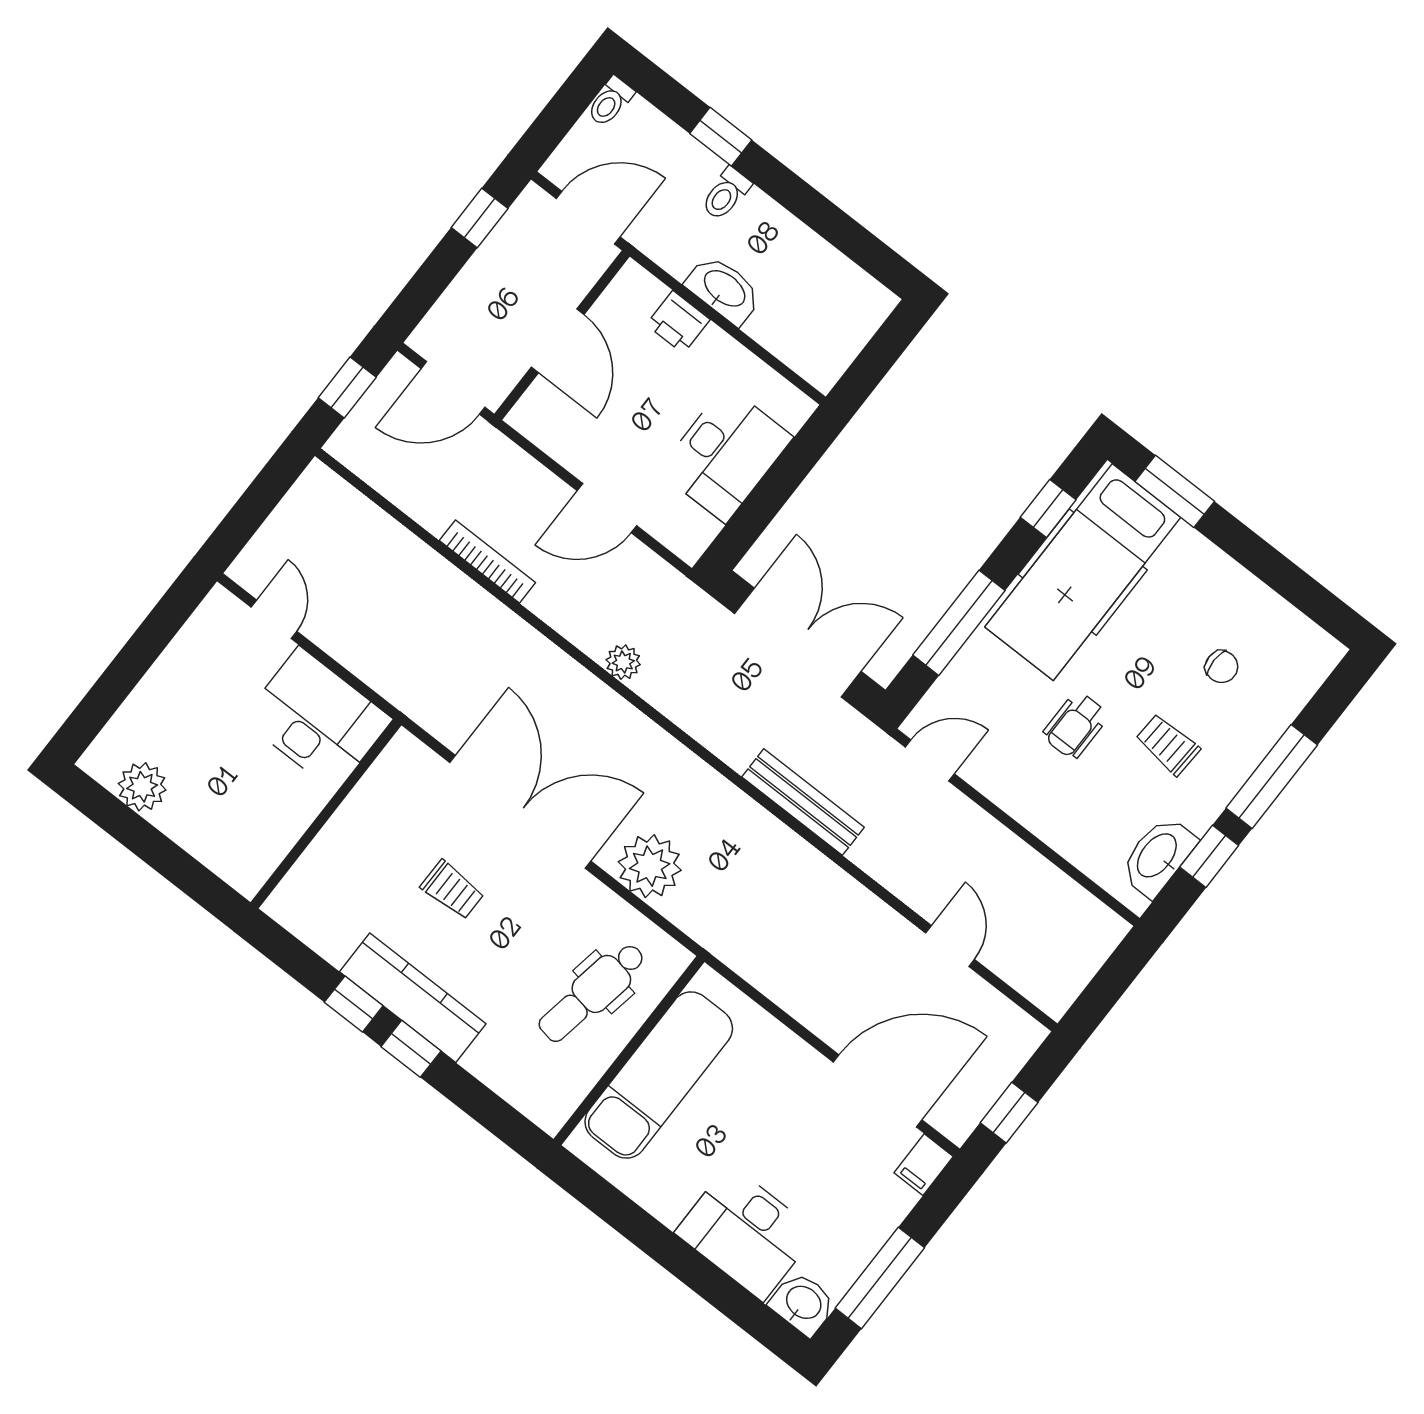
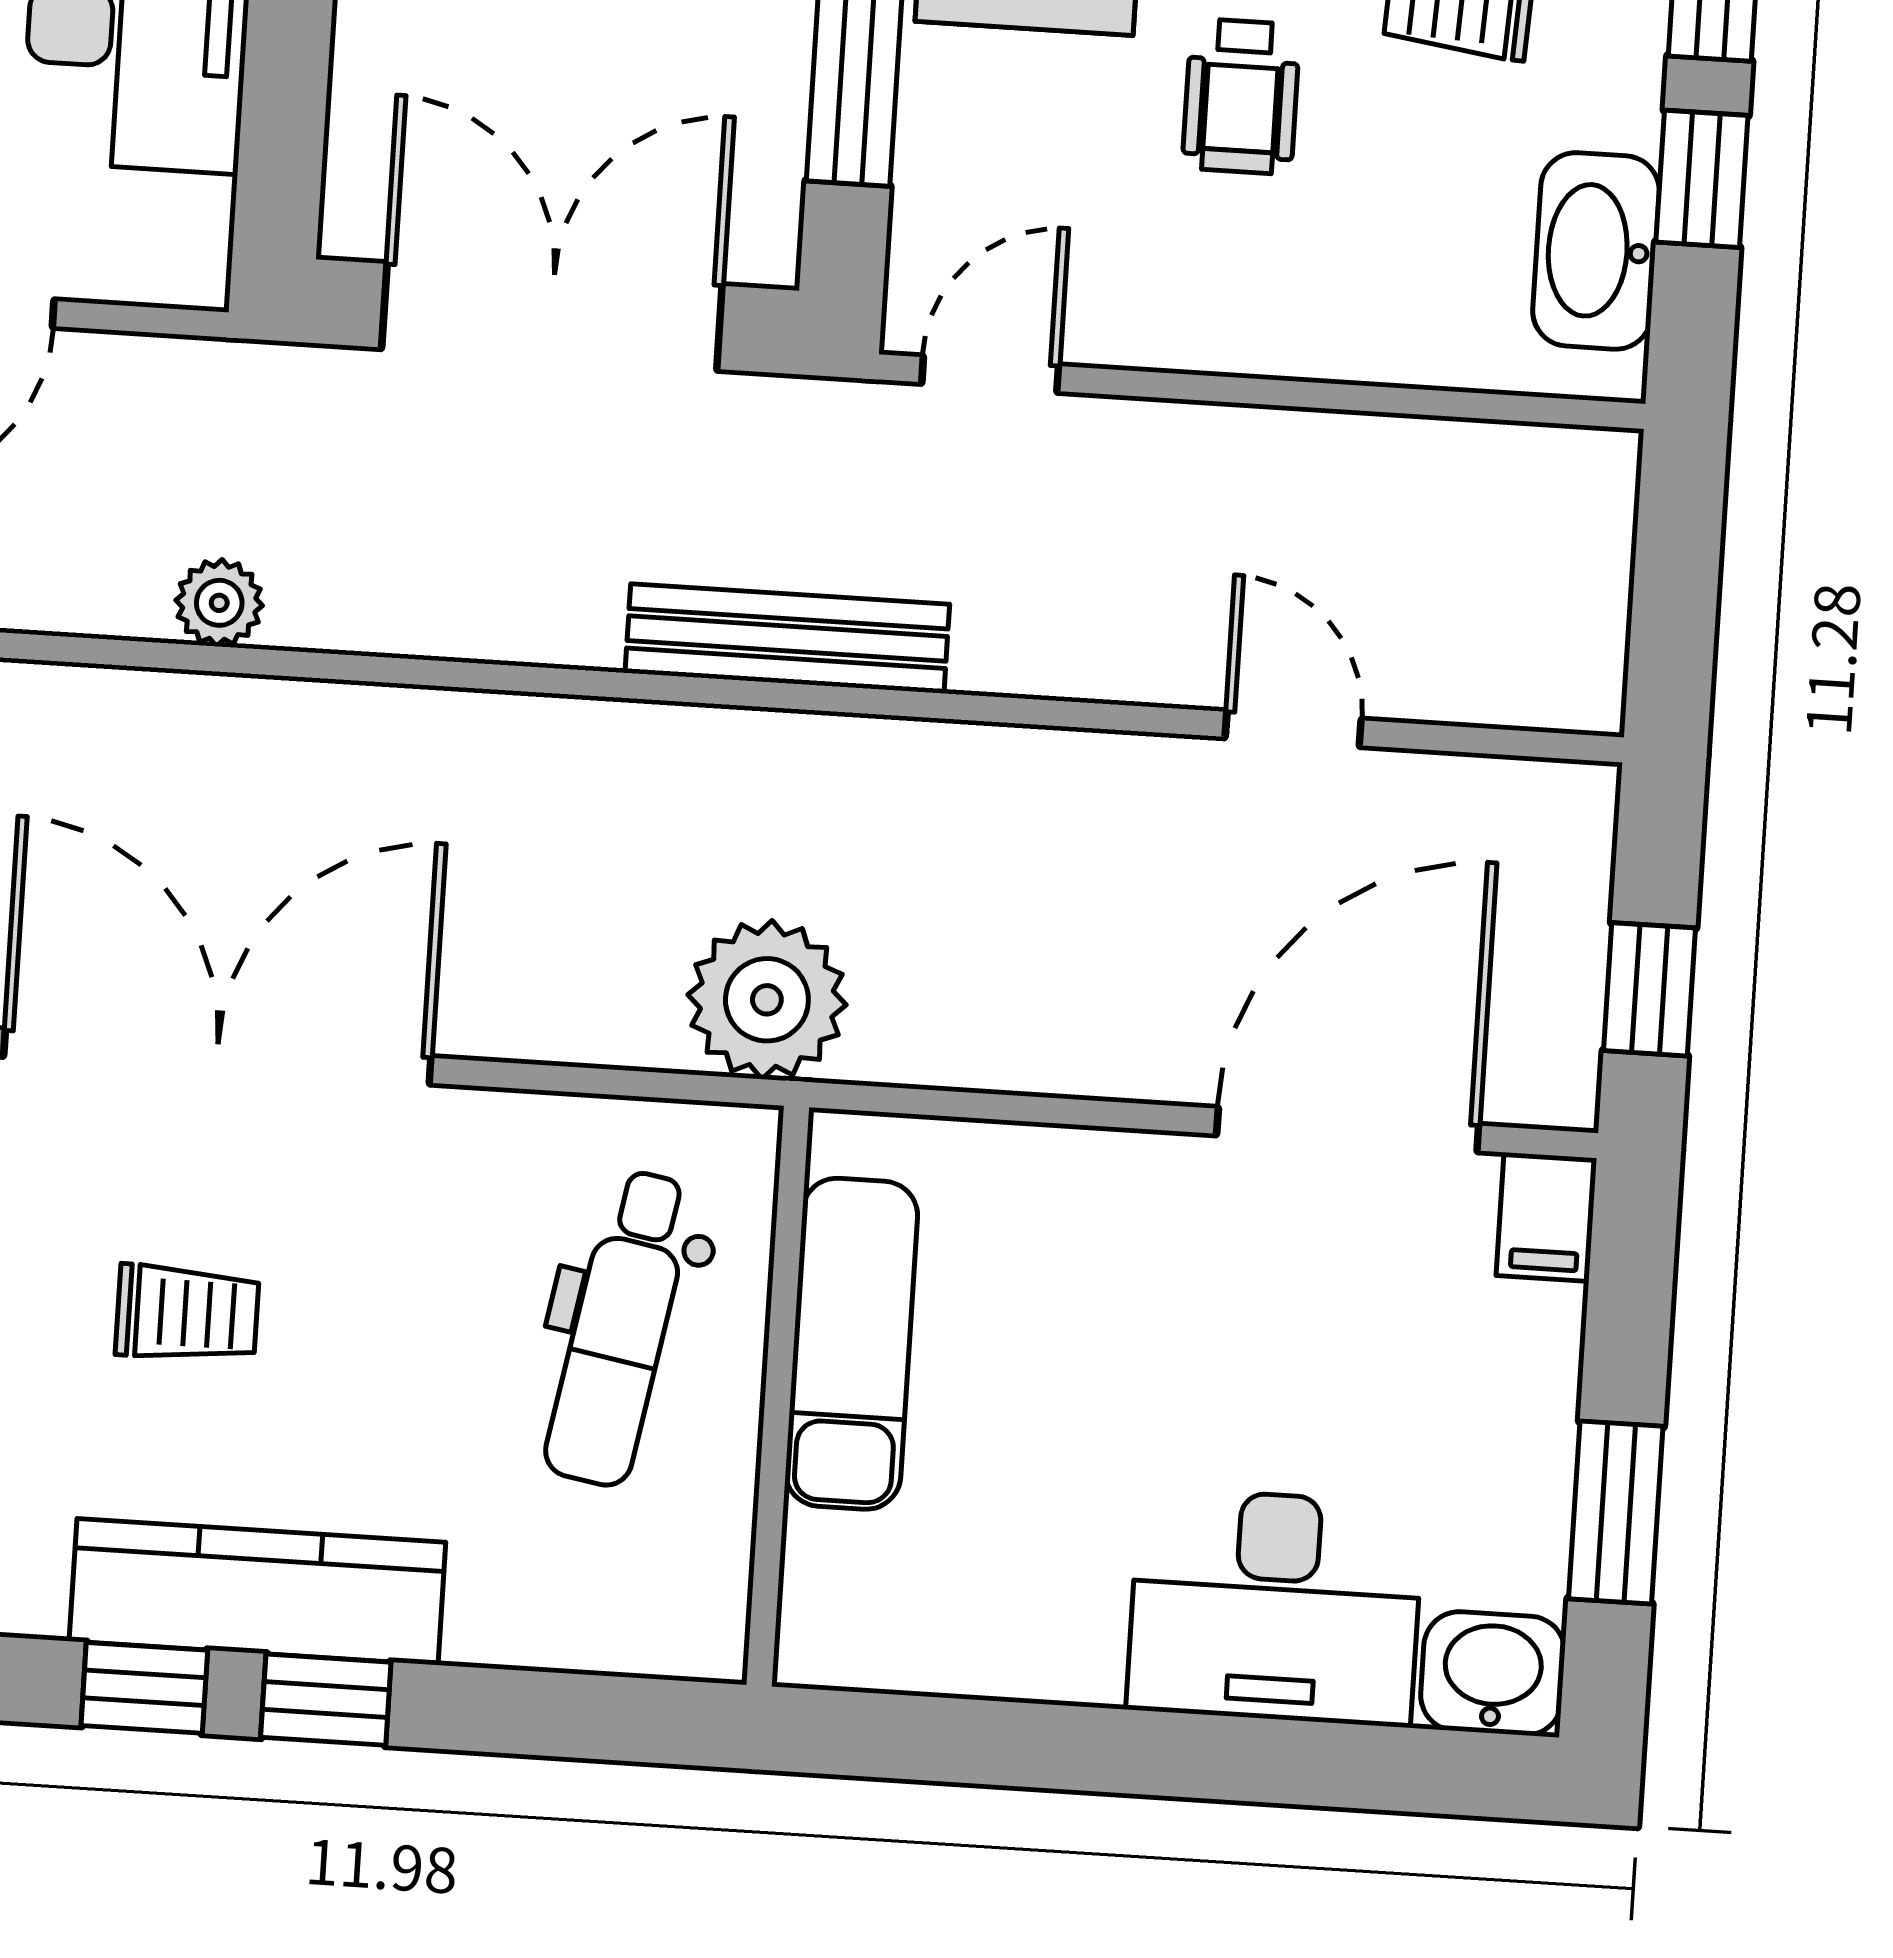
plant: (650, 866) -> (767, 1000), moved
exam couch: (659, 1075) -> (852, 1344), width x0.73, depth x0.69
window: (880, 1278) -> (1616, 1512), width x0.69

